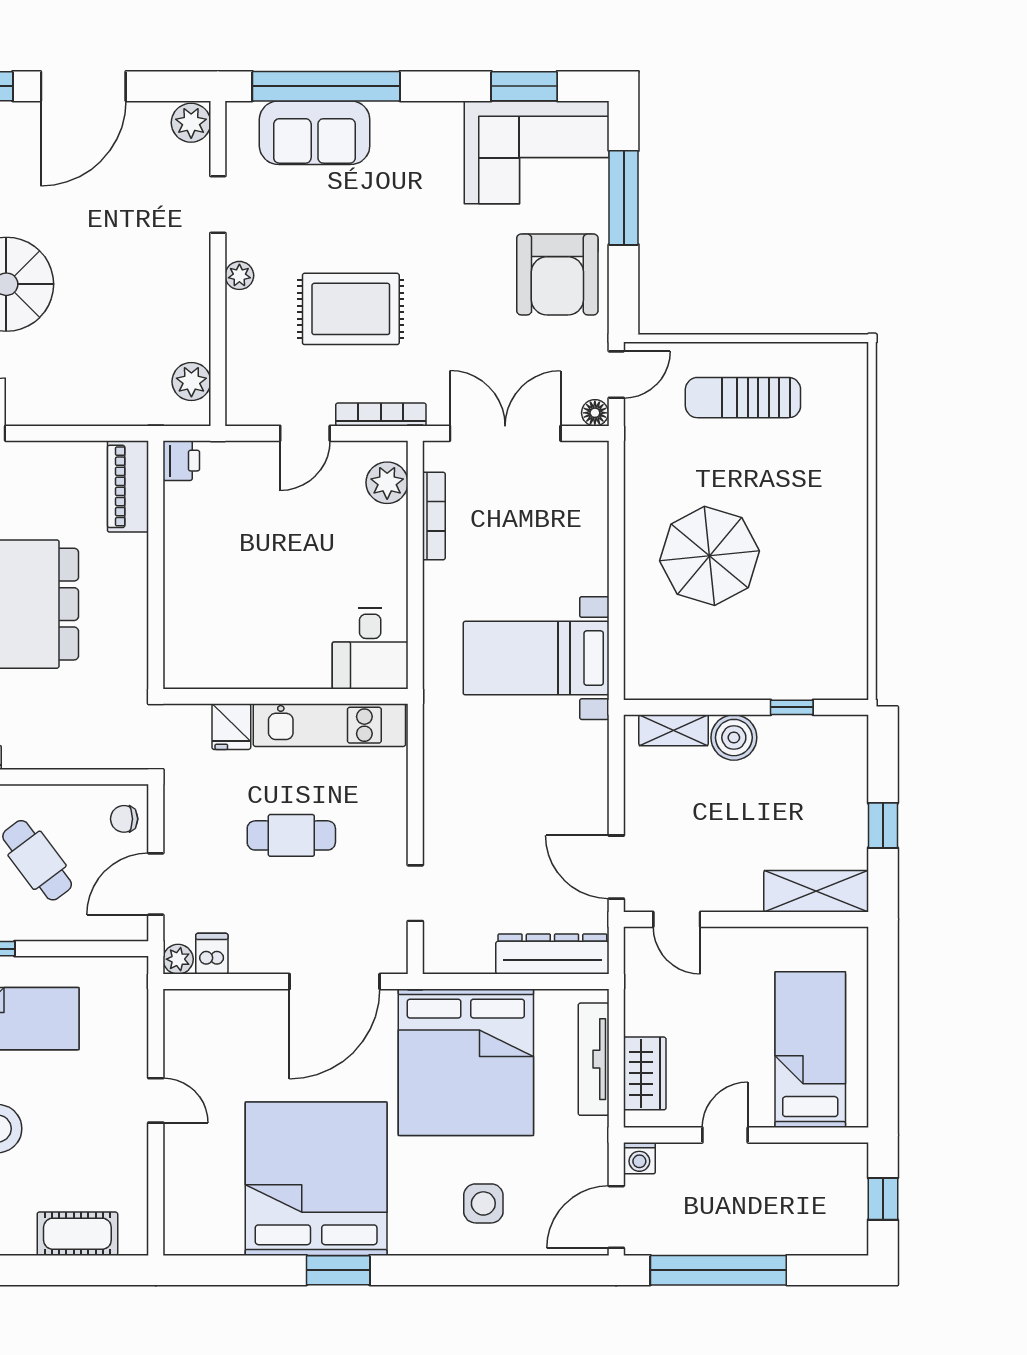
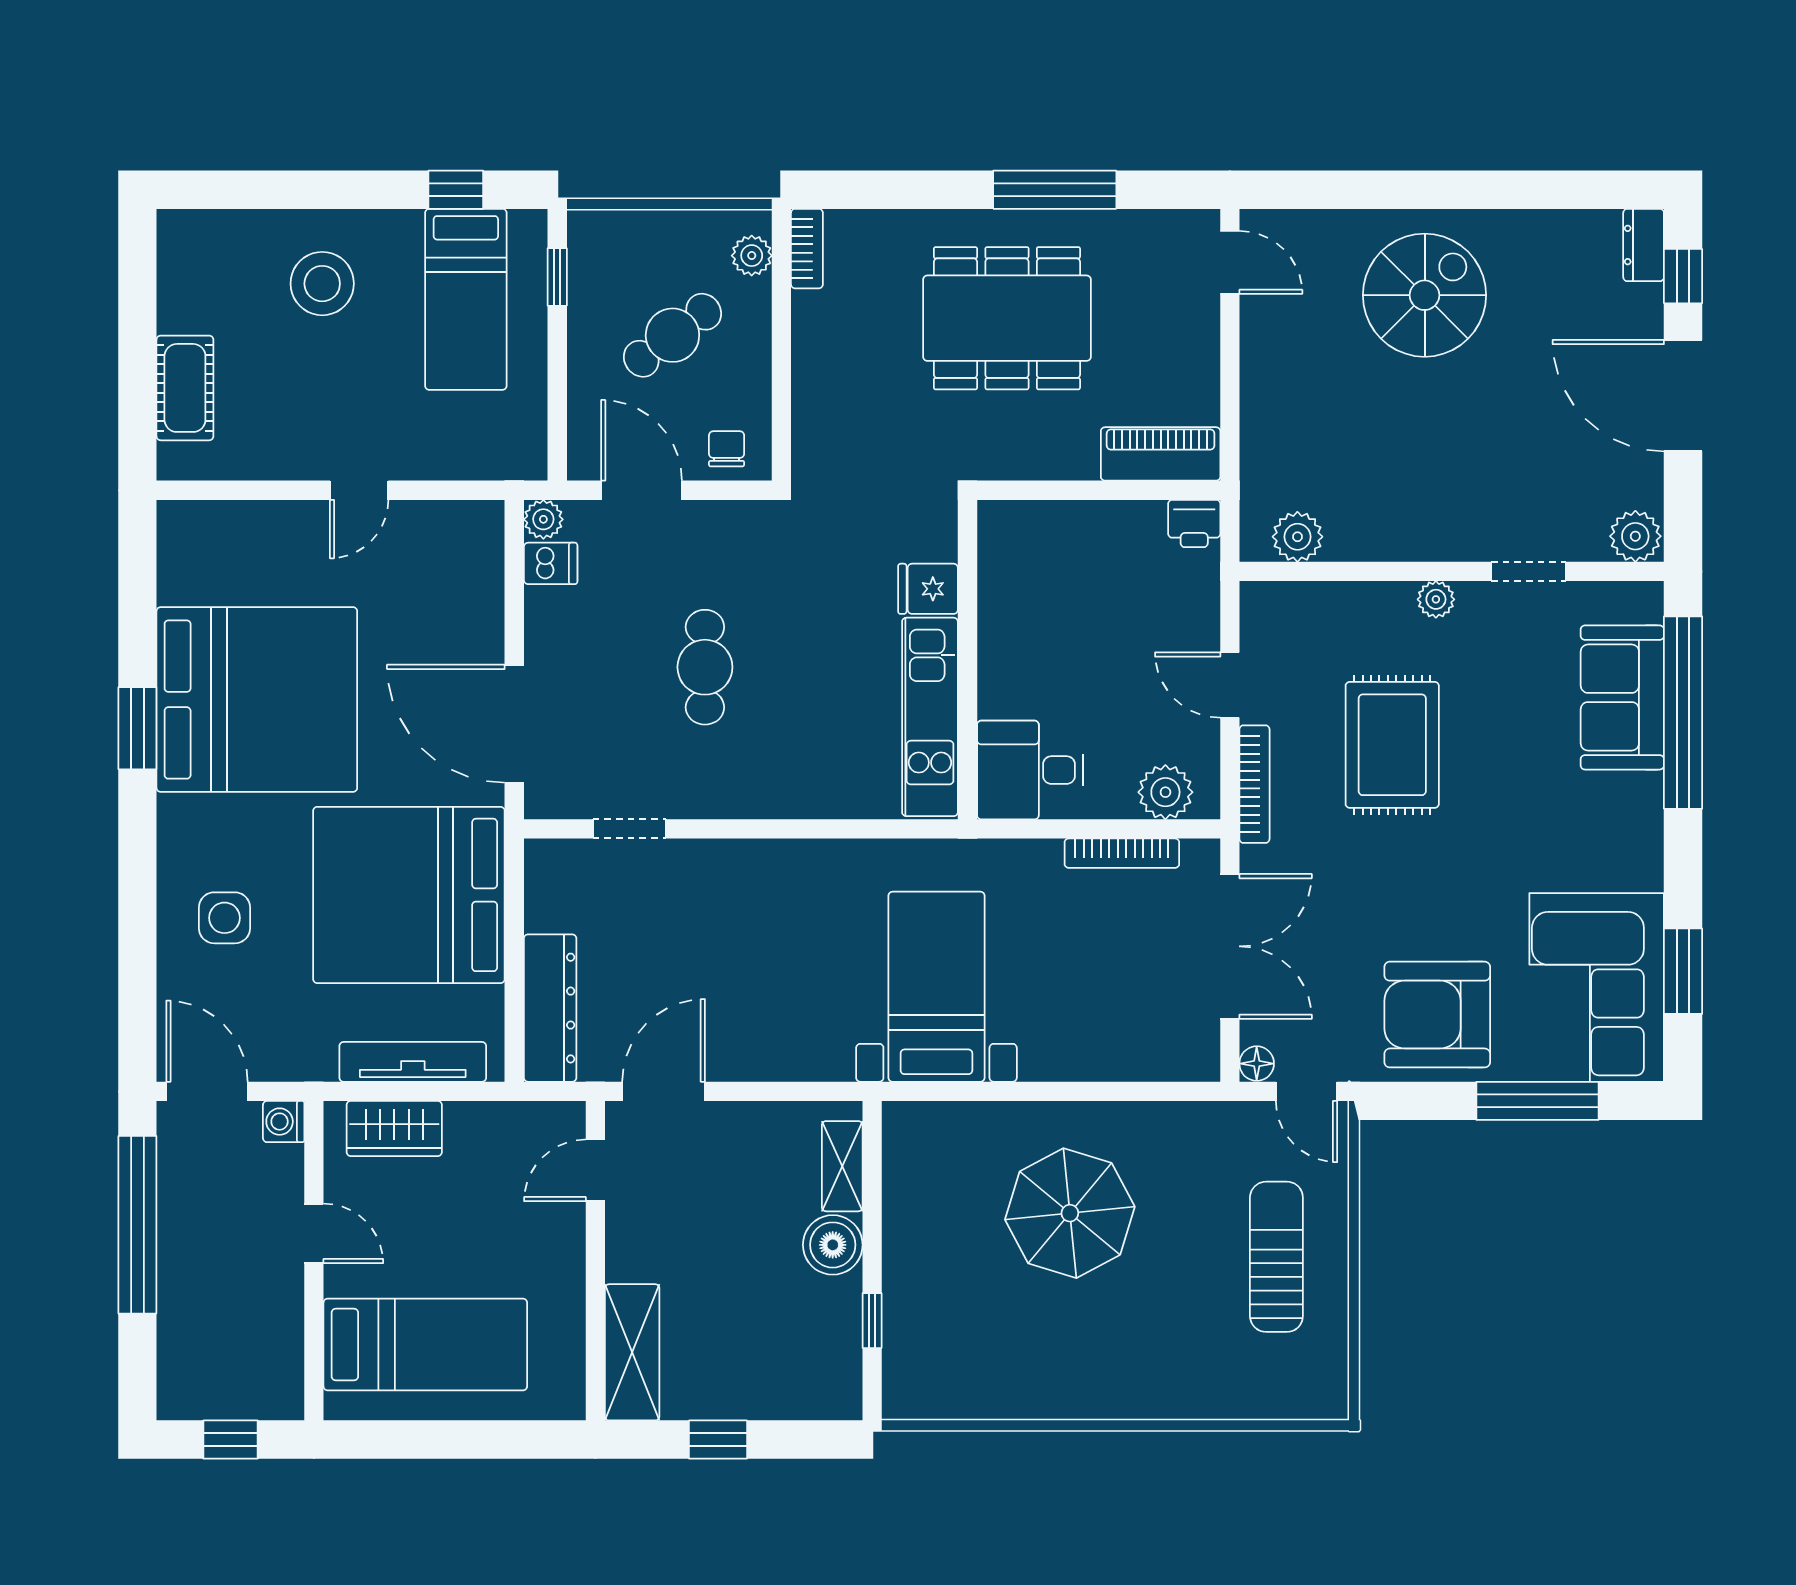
desk: (370, 648) -> (1030, 770), moved
wall: (286, 696) -> (967, 660), moved
kitchen unit: (329, 725) -> (930, 717), moved
fridge: (231, 727) -> (928, 589), moved

